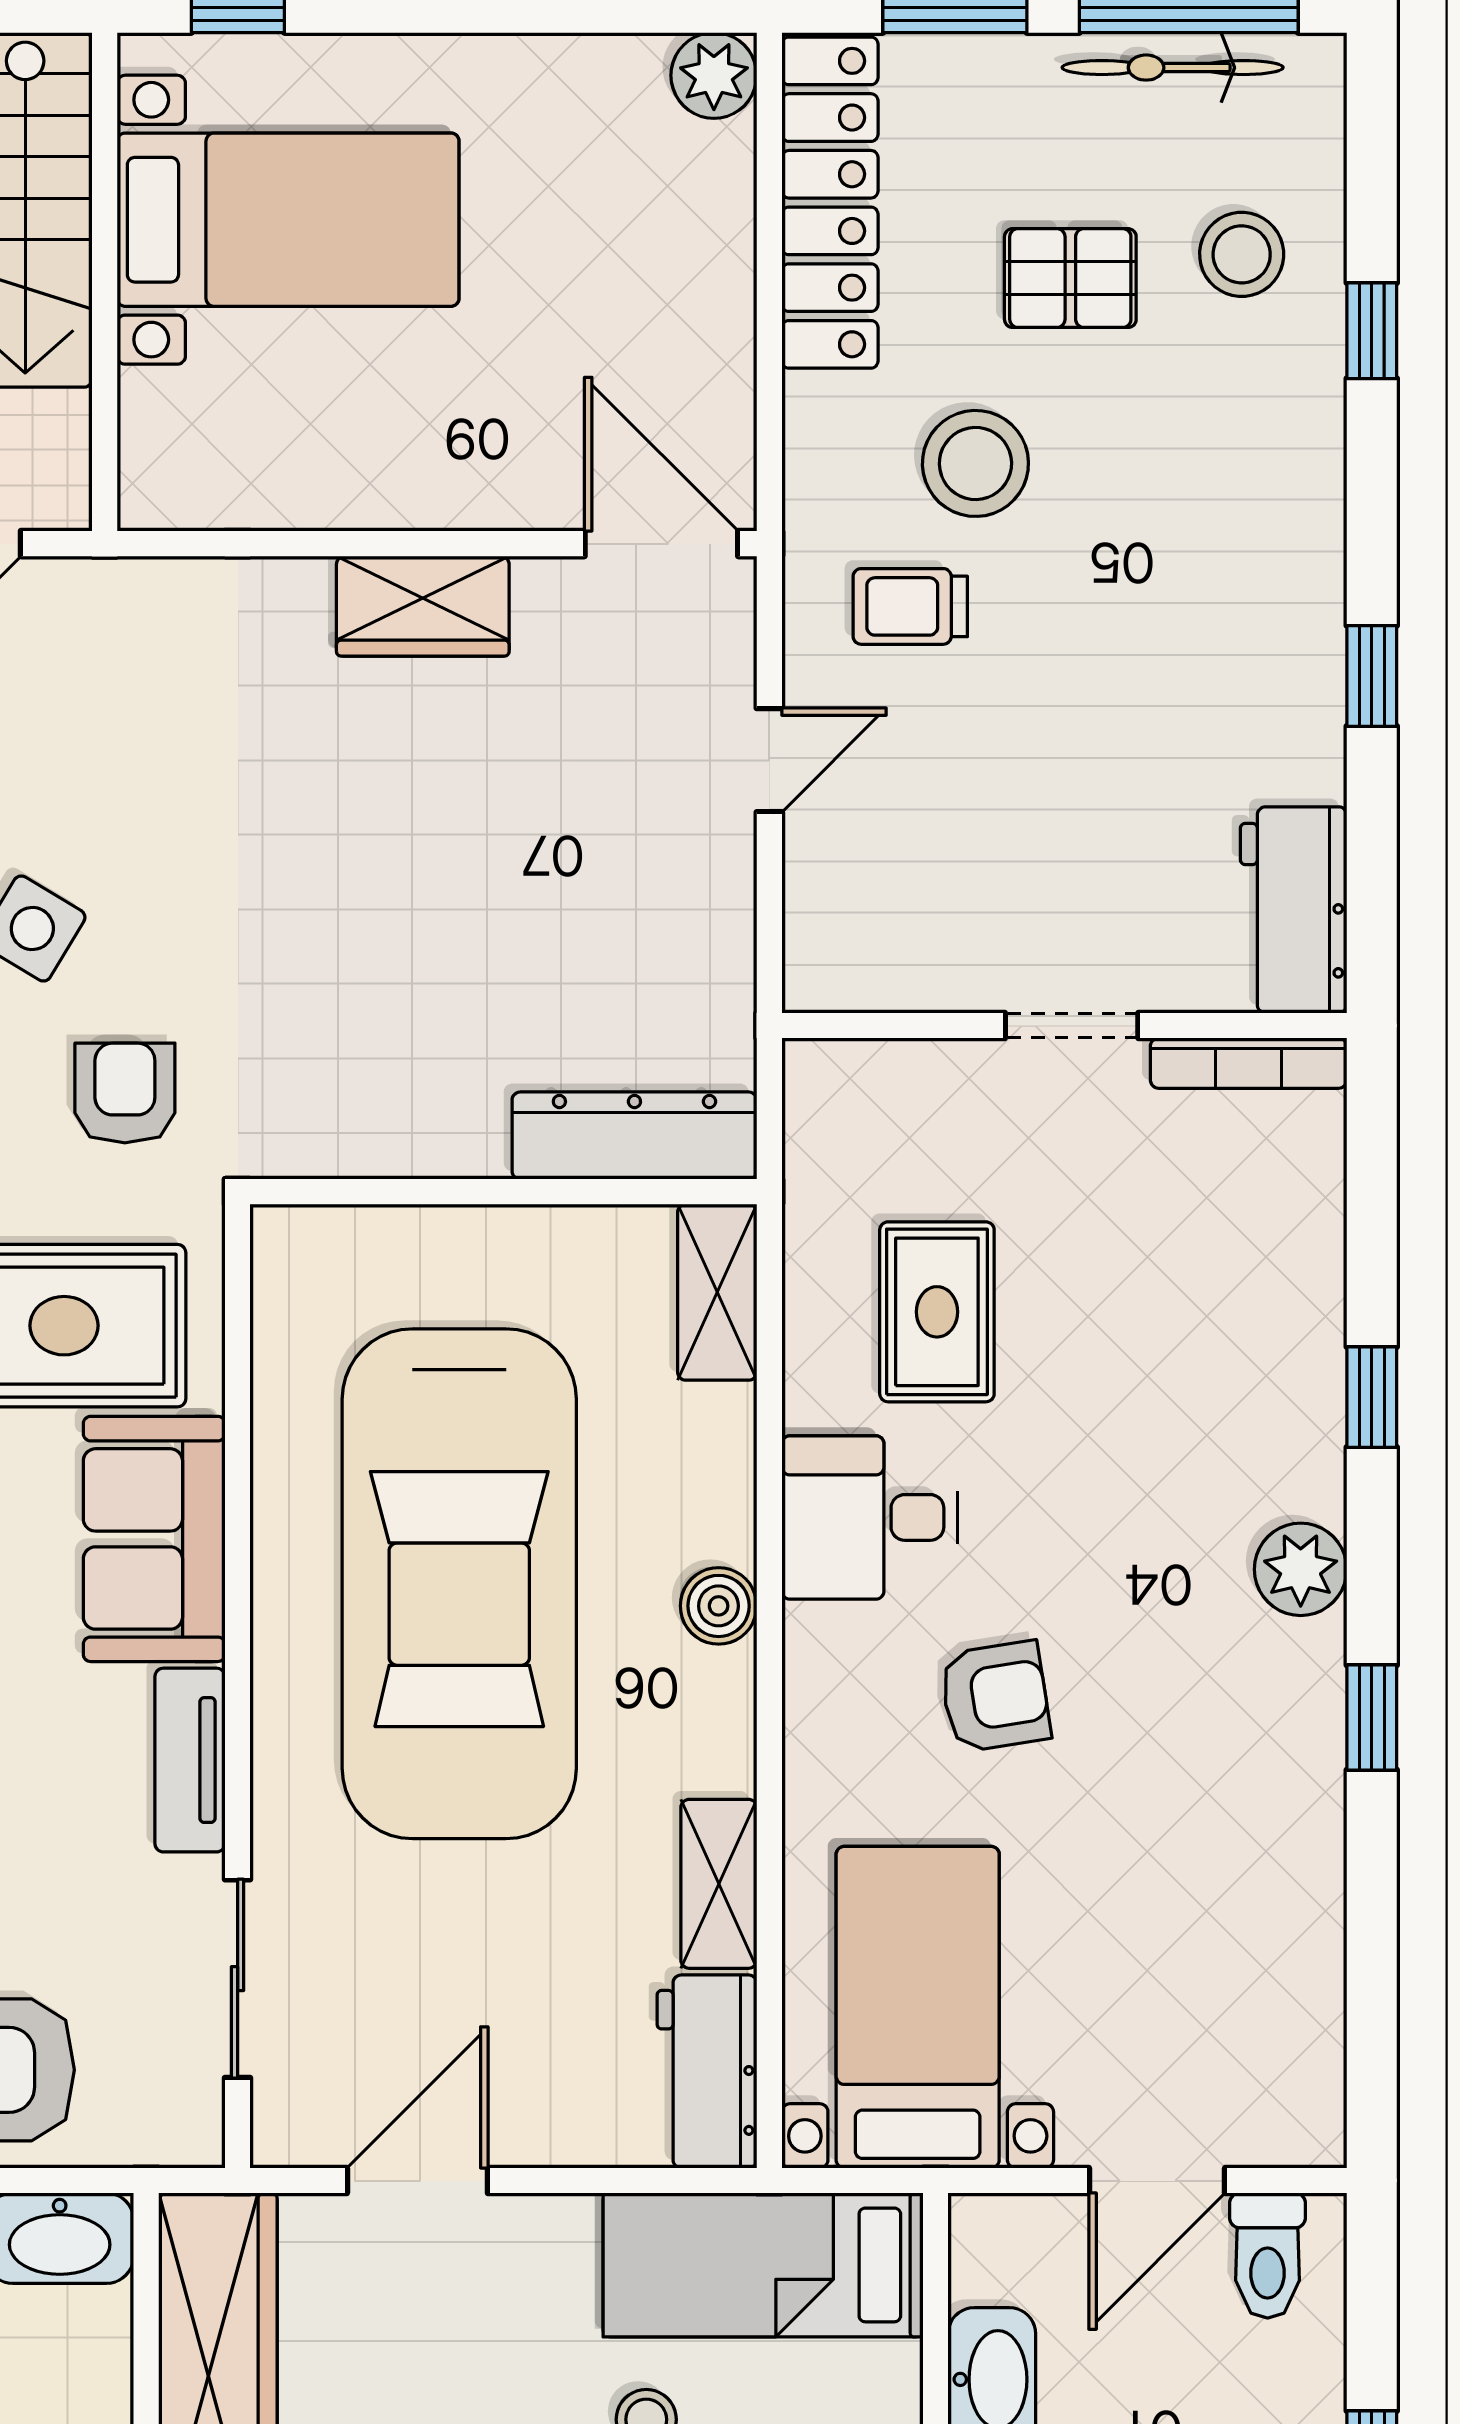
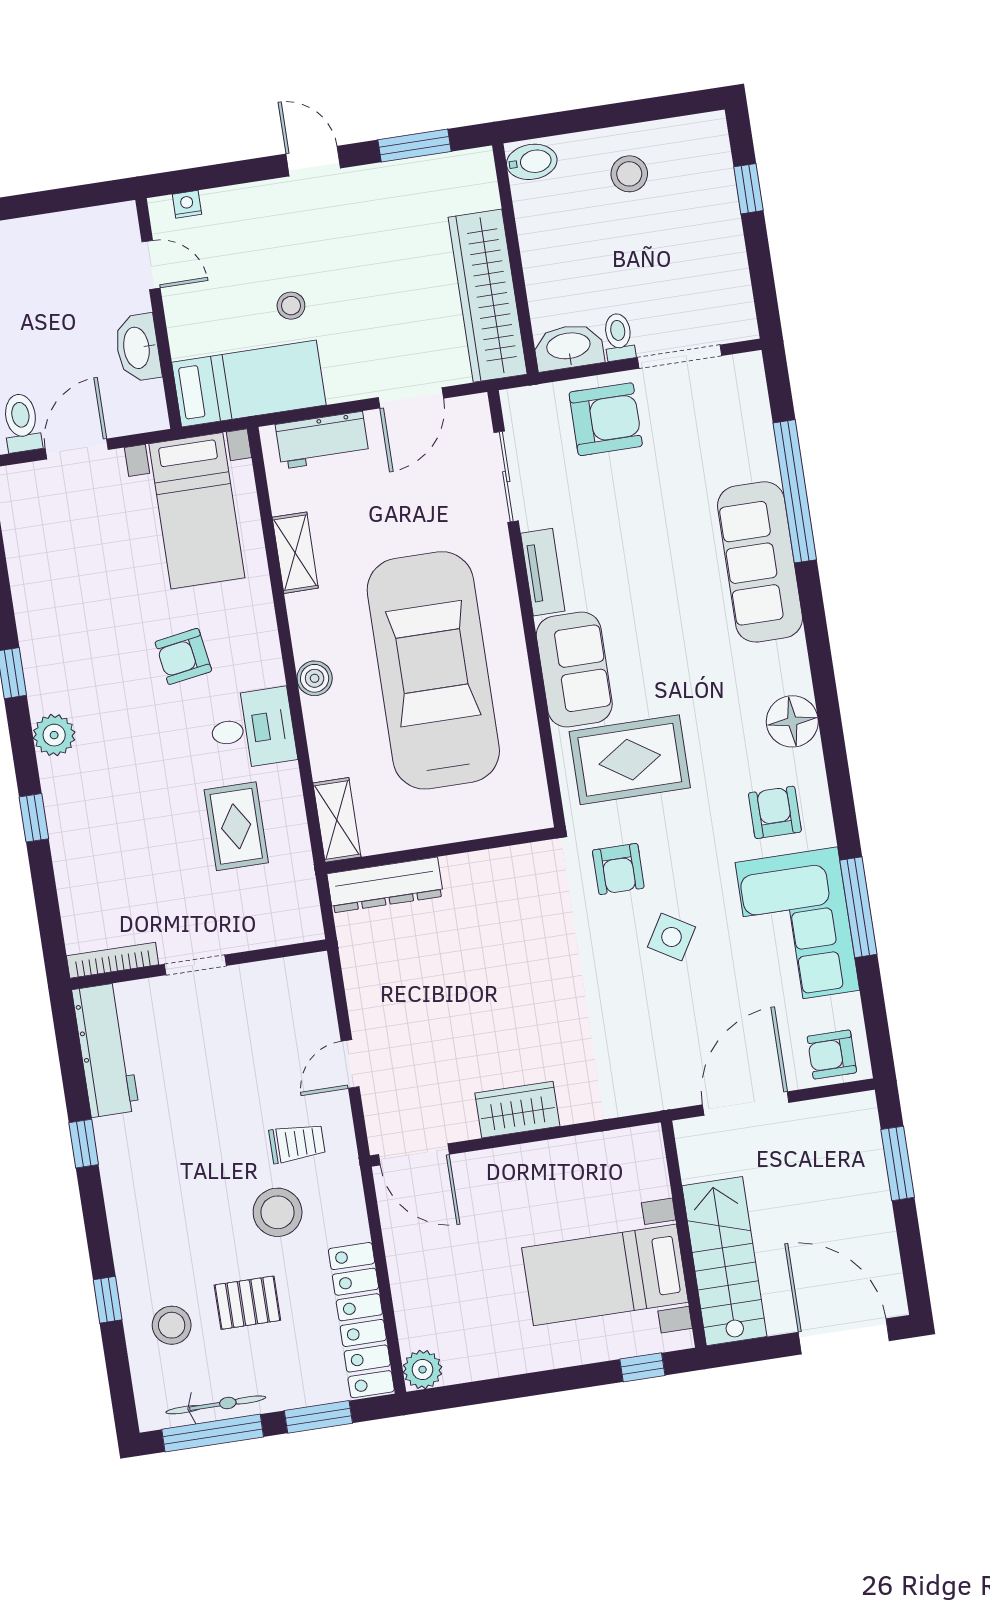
workbench: (1294, 910) -> (106, 1050), width x1.37
workbench: (707, 2071) -> (322, 440), moved, turned 90

